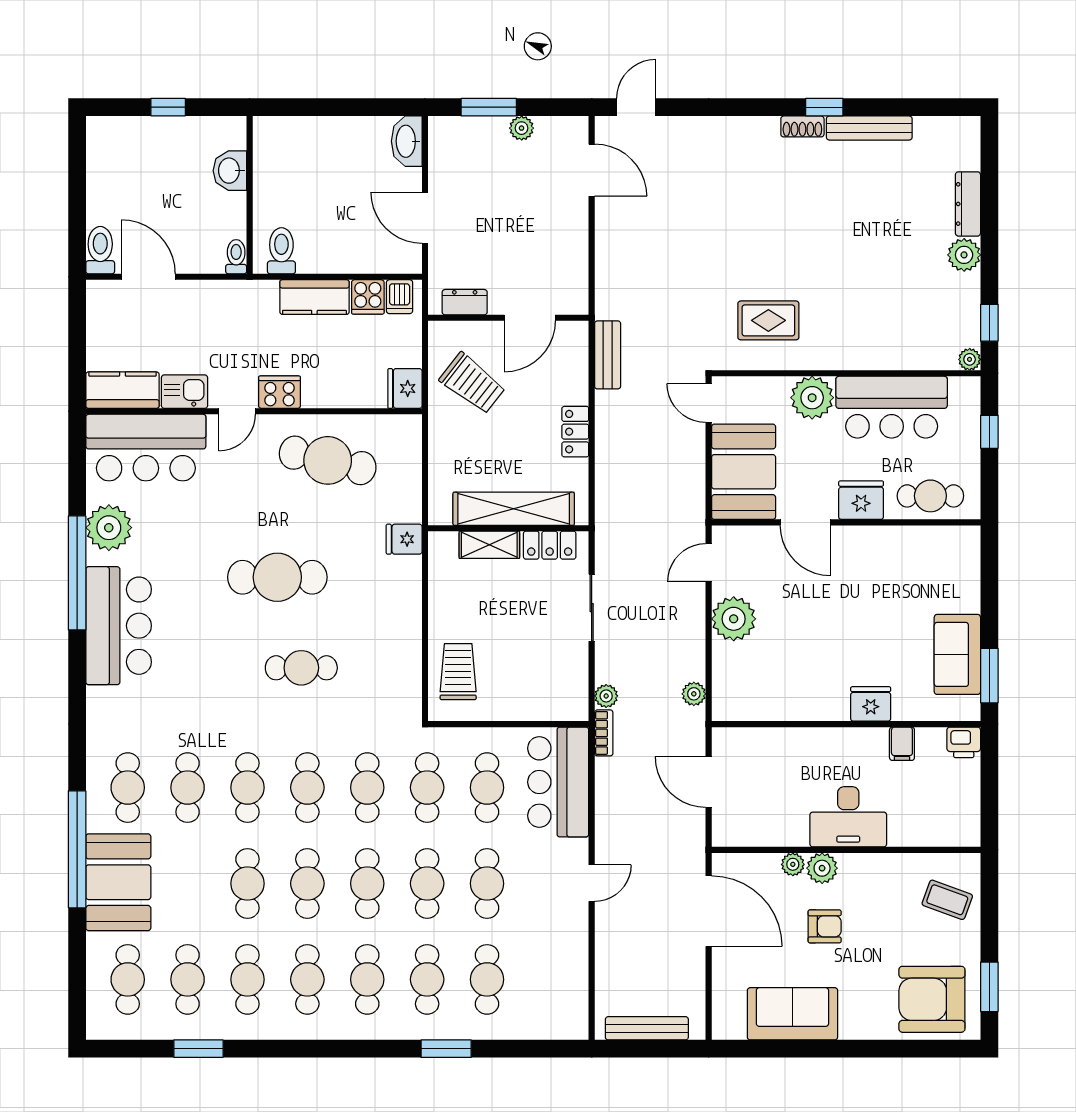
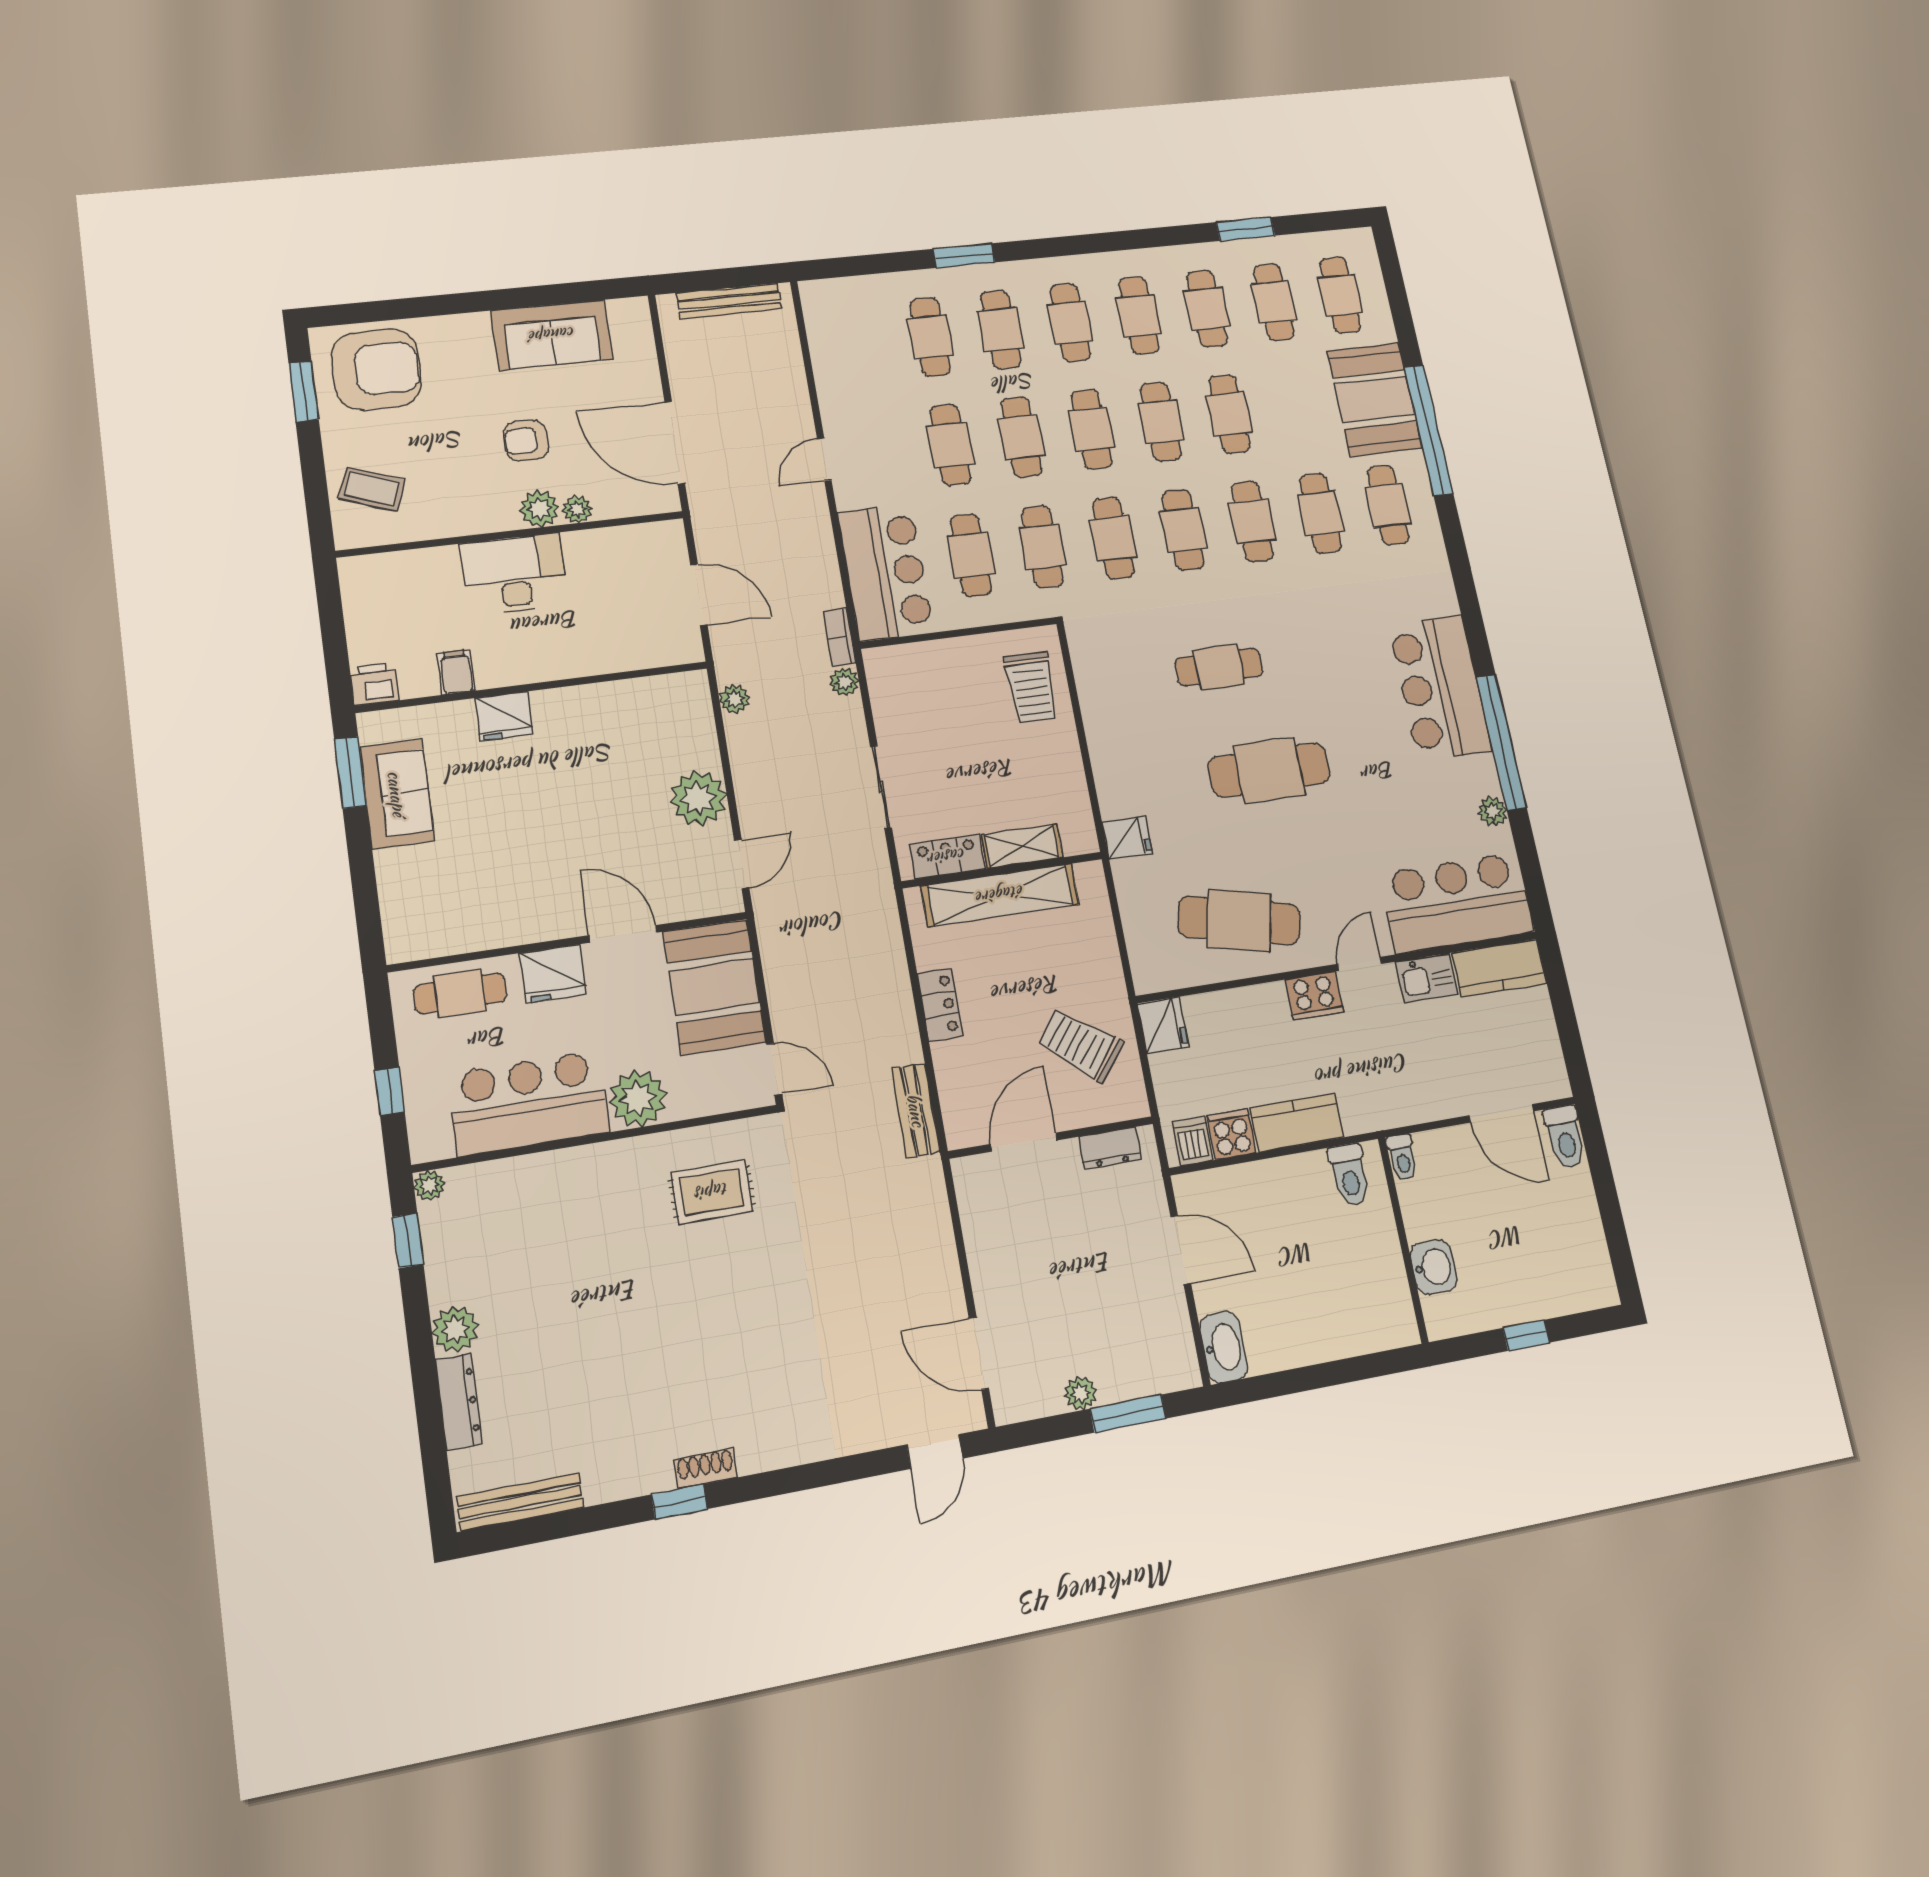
bench: (869, 128) -> (520, 1502), moved
plant: (109, 528) -> (1493, 811), width x0.53, depth x0.53

